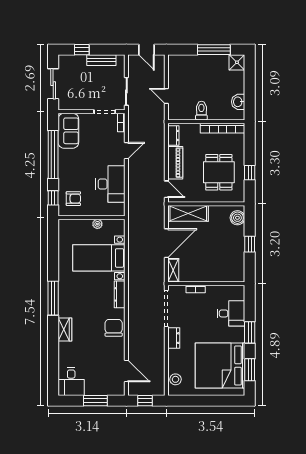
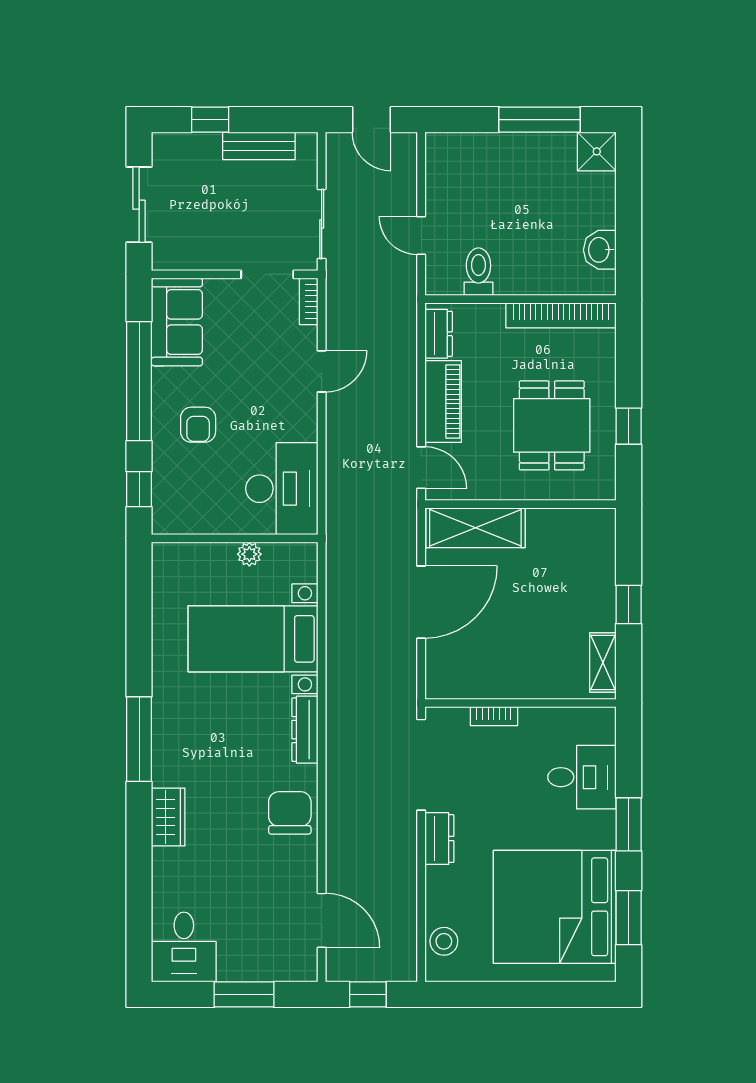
toilet: (201, 111) -> (478, 272), moved
desk: (110, 184) -> (282, 489), moved
armchair: (73, 199) -> (198, 425), moved, turned 90
boiler: (237, 218) -> (598, 539), removed
shelving: (173, 270) -> (603, 662), moved

